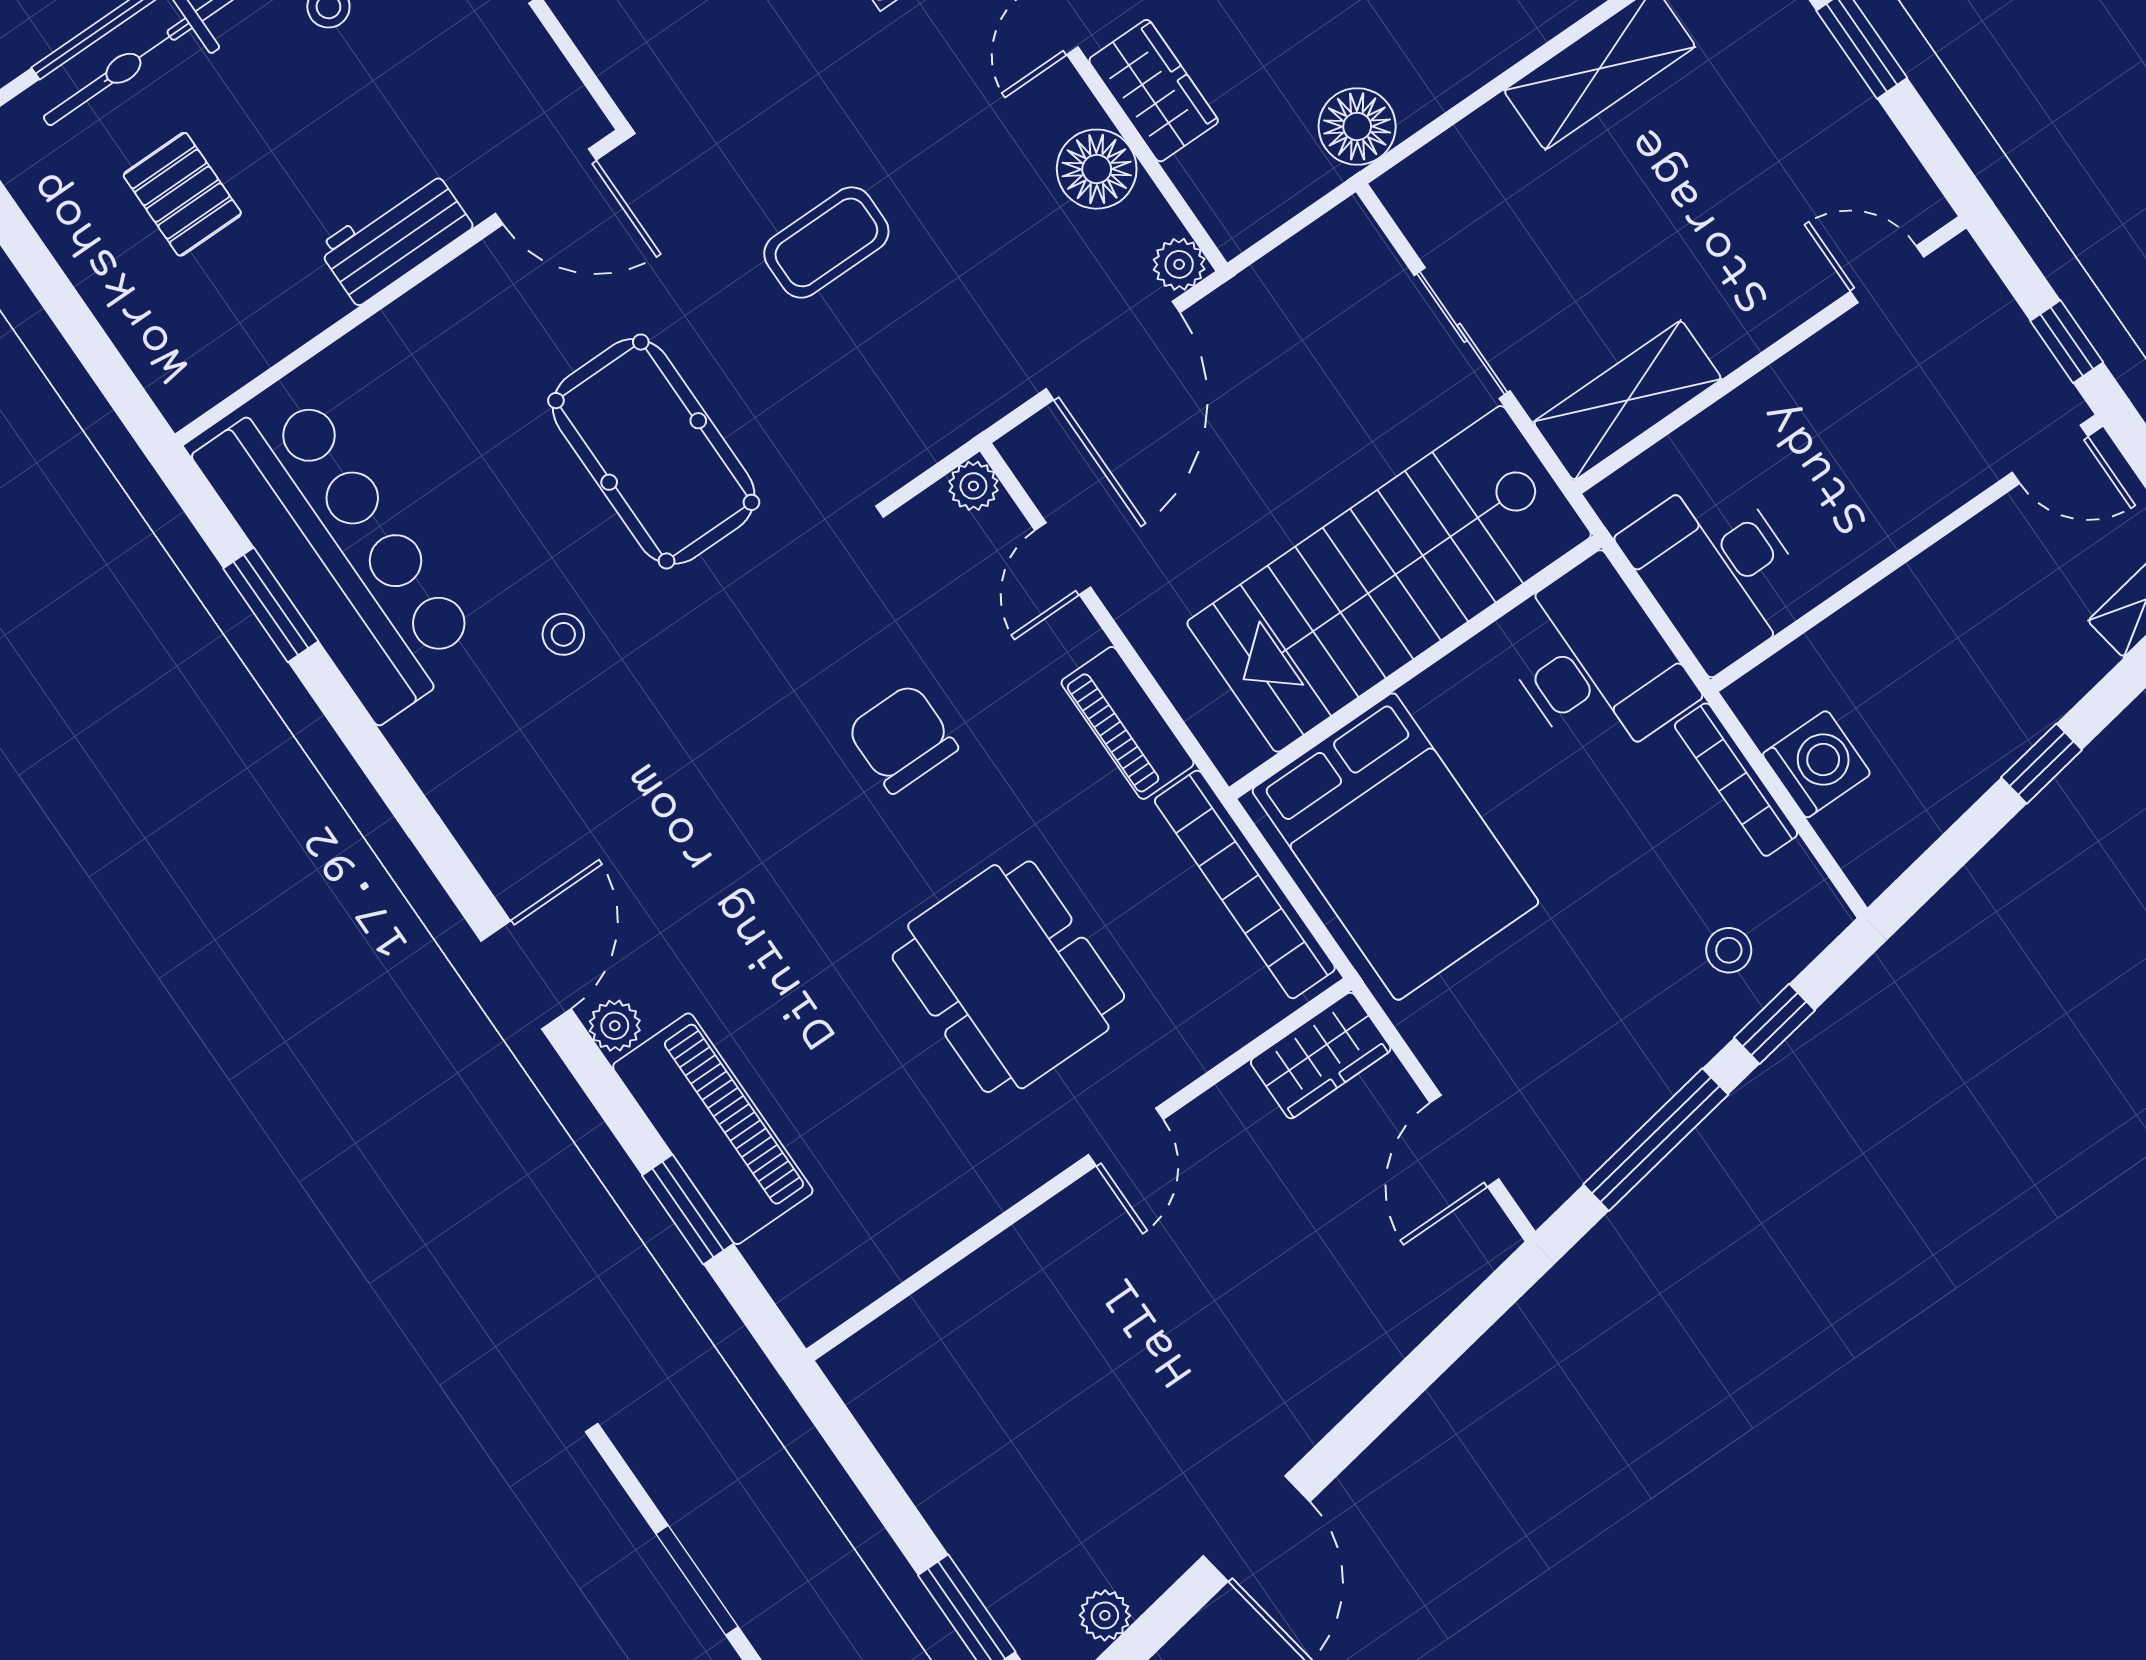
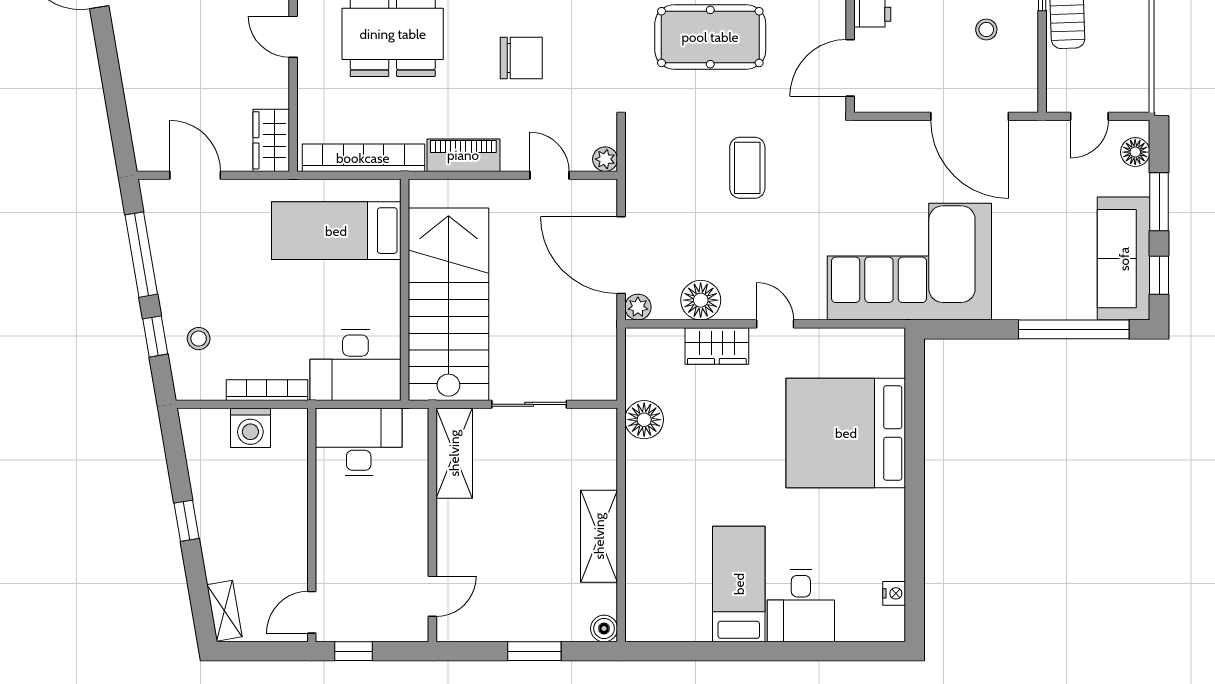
bed: (1395, 847) -> (336, 231), width x0.67

